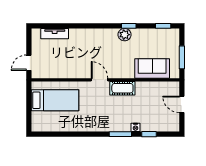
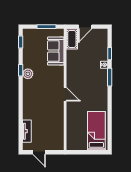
door: (29, 63) -> (39, 152), moved
door: (100, 80) -> (65, 94), swing flipped
cot: (122, 88) -> (72, 39), moved
bed: (55, 100) -> (96, 131), moved

